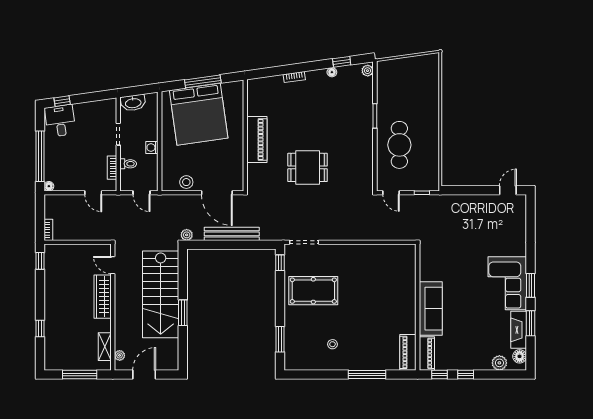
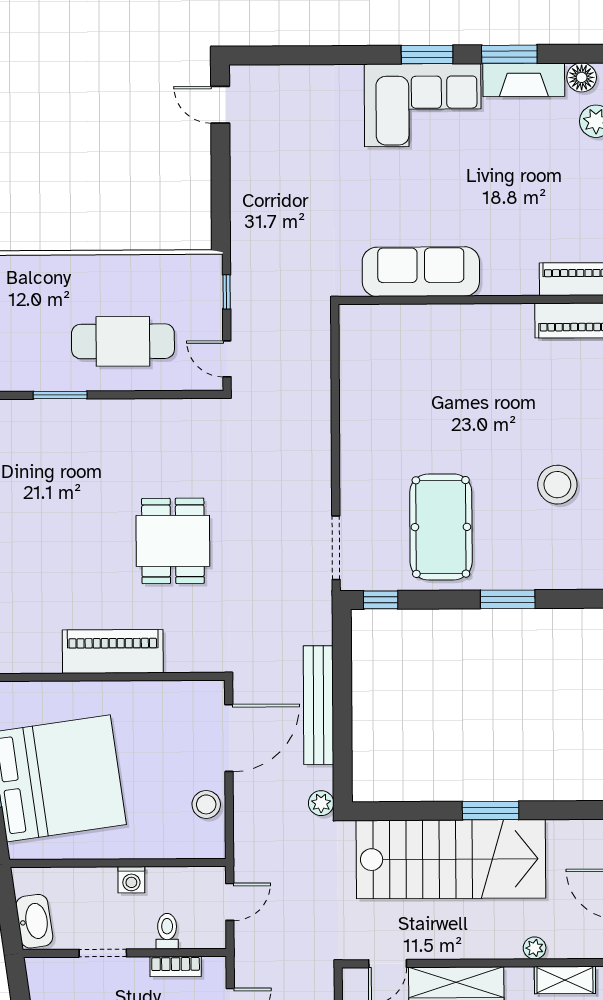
door: (391, 193) -> (227, 359), swing flipped
sofa: (431, 309) -> (421, 272), moved
window: (280, 339) -> (508, 599), moved
stool: (332, 344) -> (557, 485), width x1.89, depth x1.89
plant: (120, 355) -> (535, 948), moved

